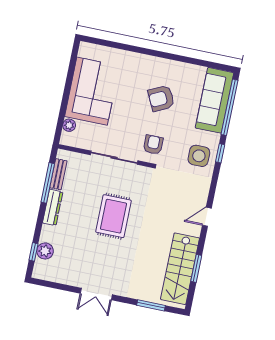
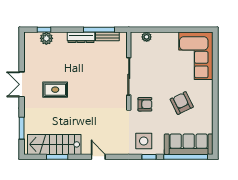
corner sofa: (92, 91) -> (196, 56), moved, turned 90
rug: (113, 216) -> (55, 90), moved, width x0.73, depth x0.70

